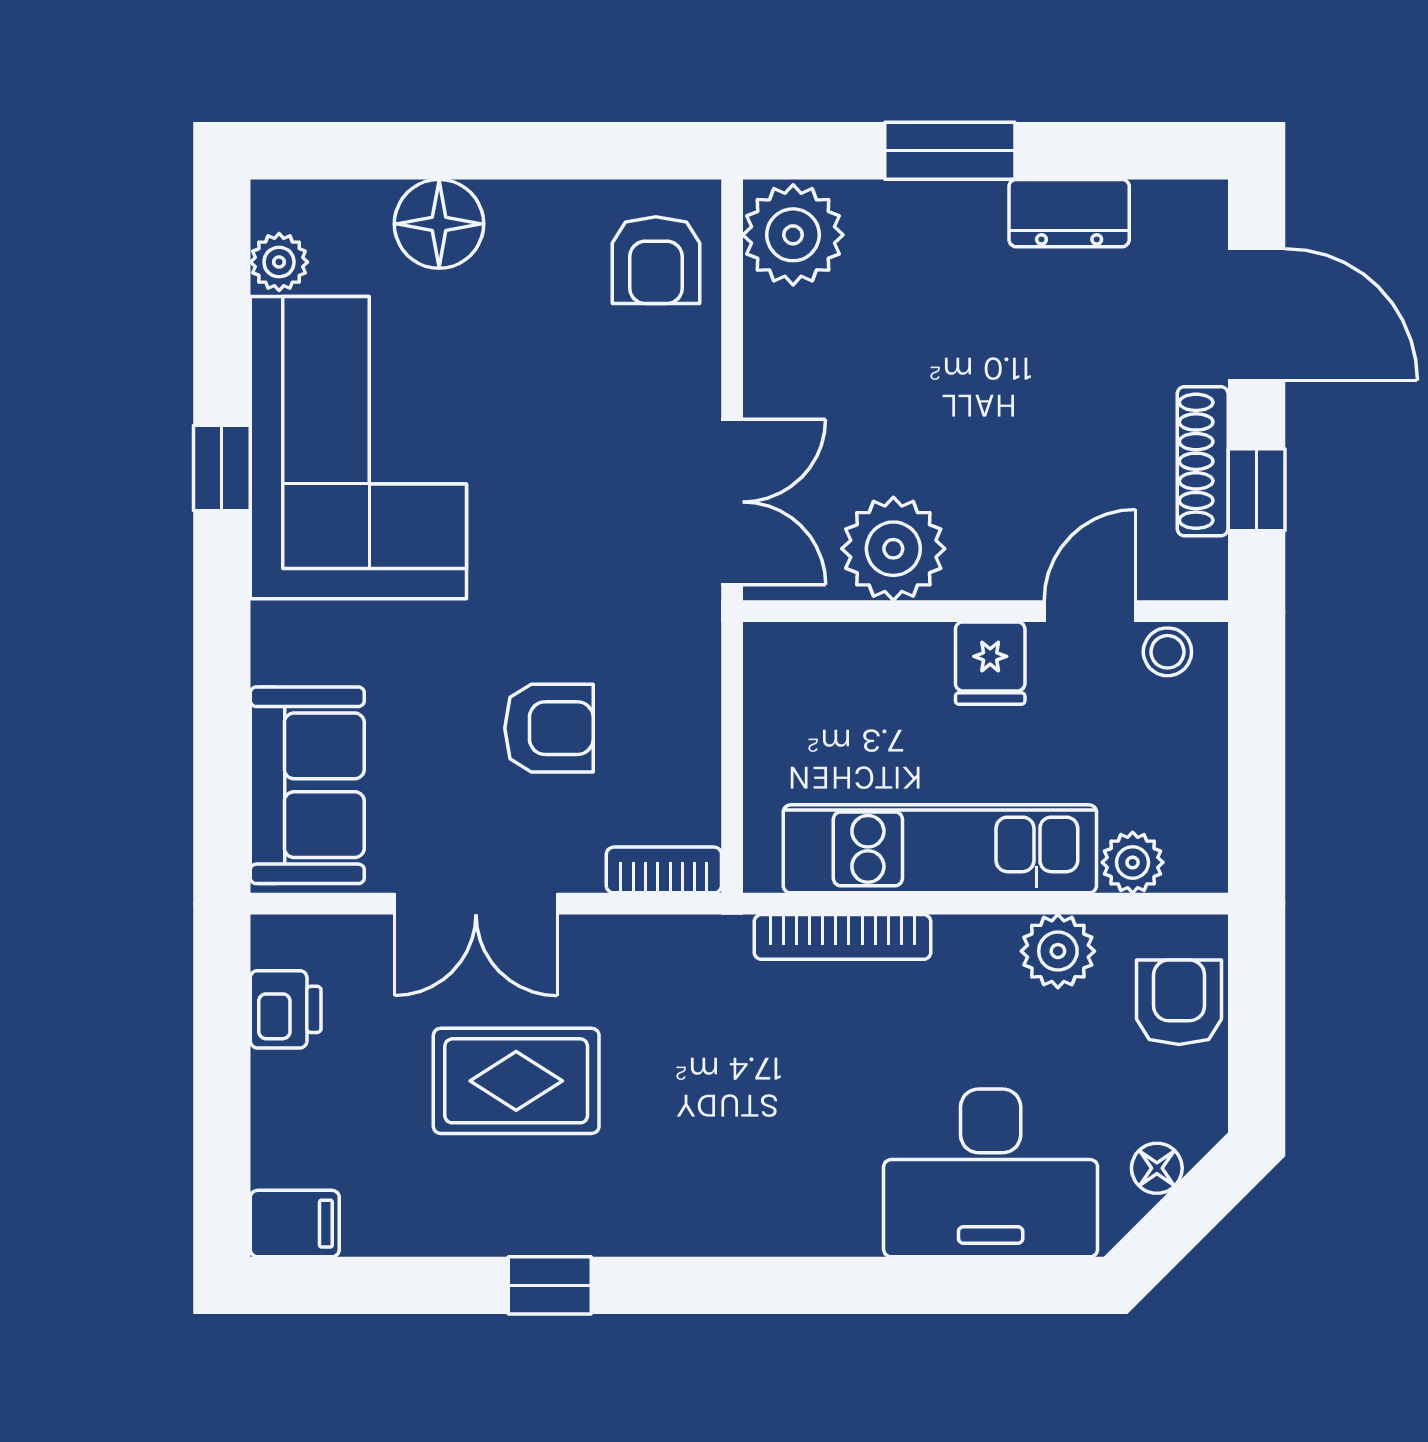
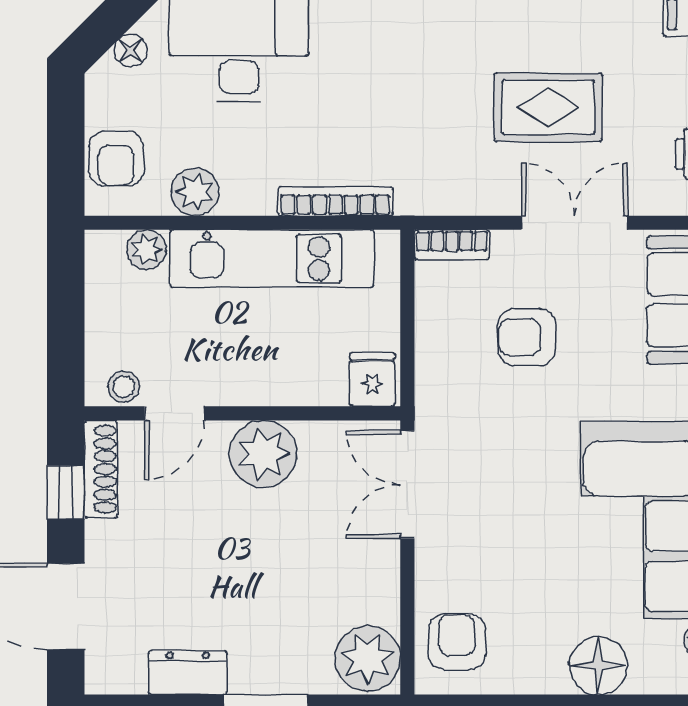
shoe rack: (1203, 461) -> (101, 469), moved
plant: (893, 549) -> (263, 454), moved
fridge: (990, 663) -> (372, 380), moved

